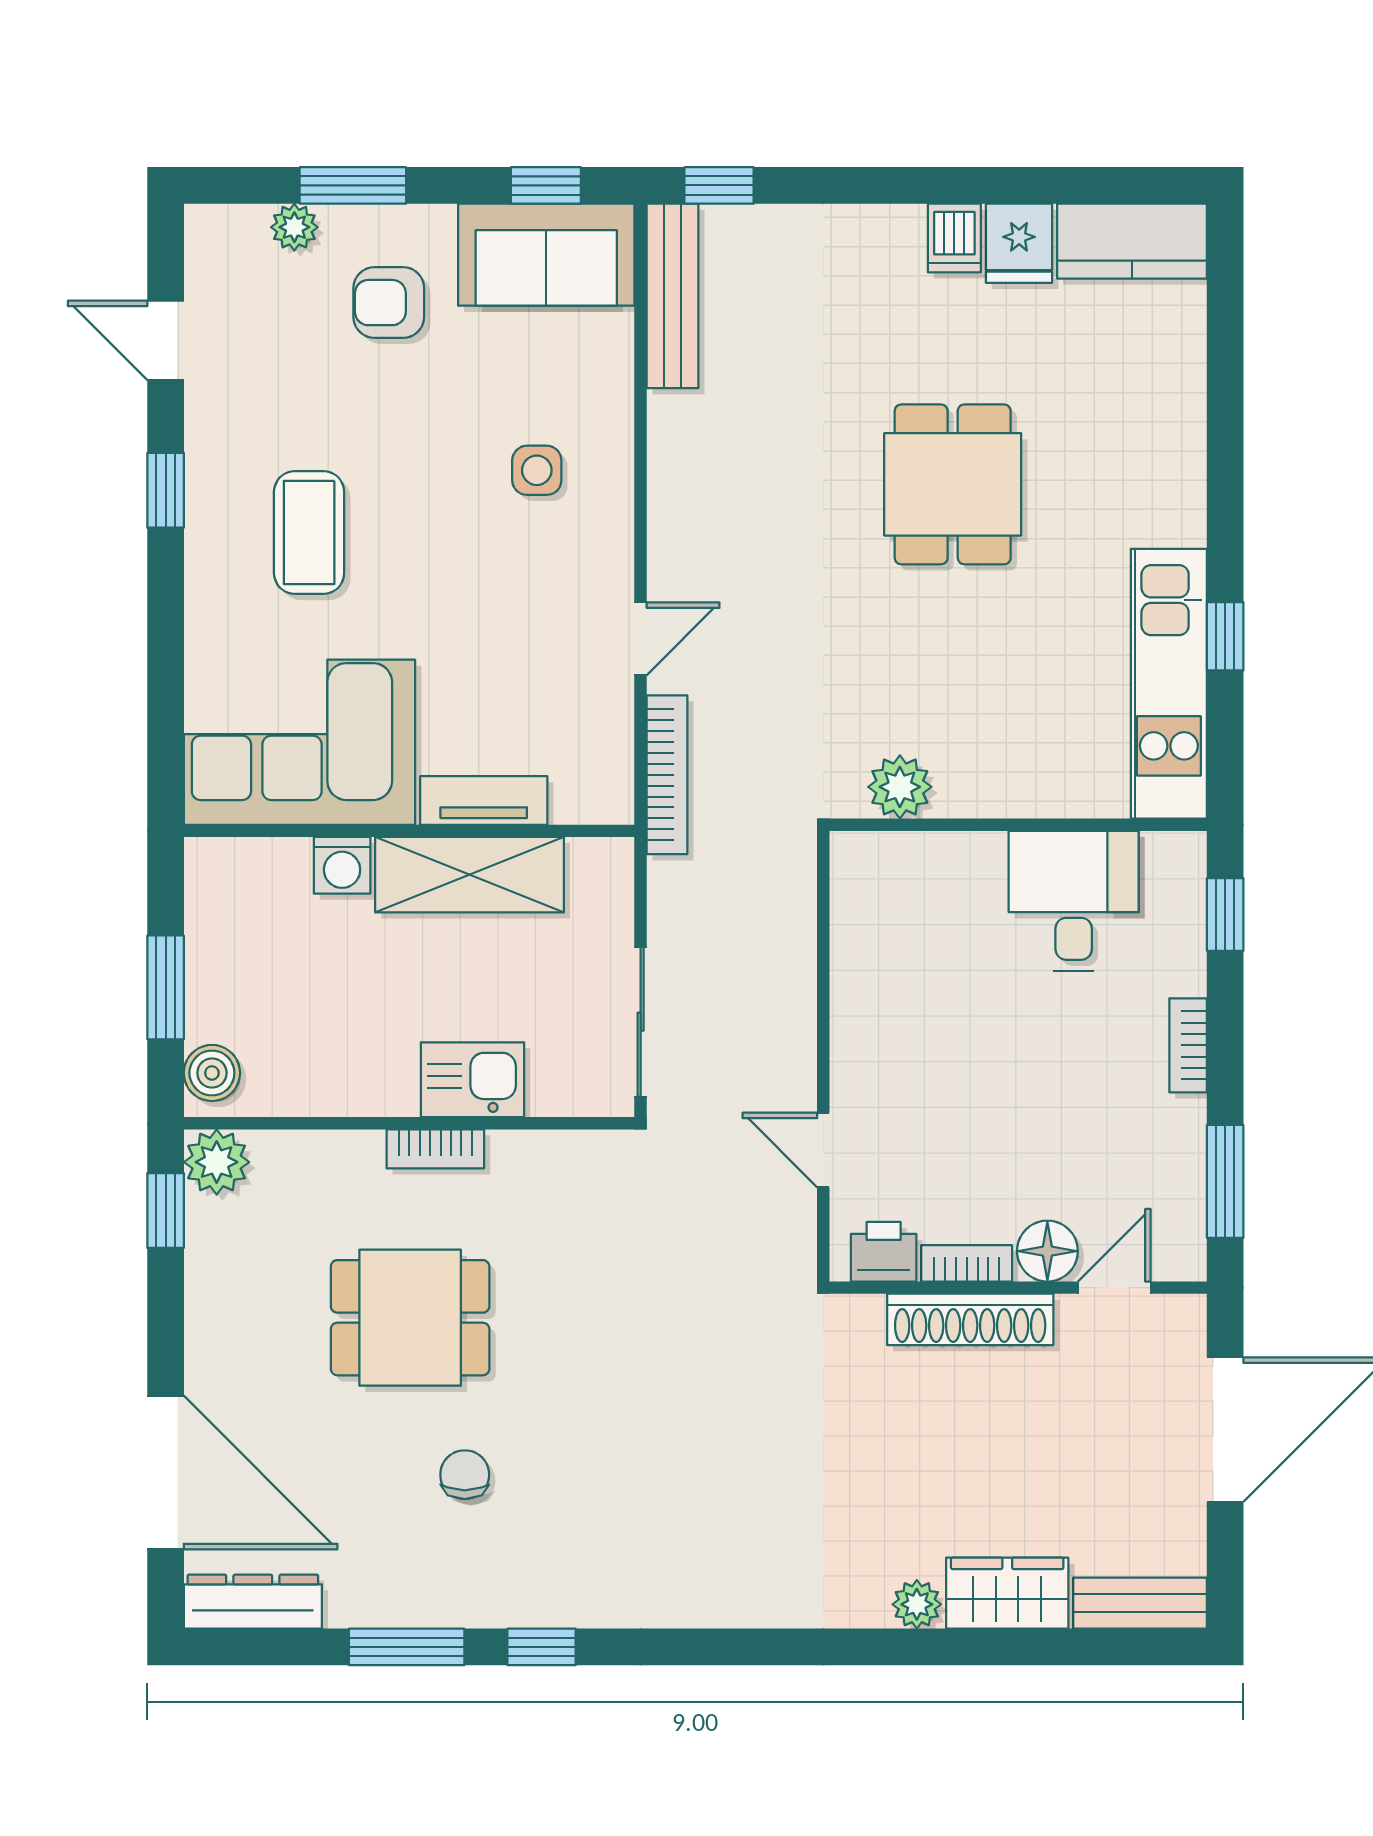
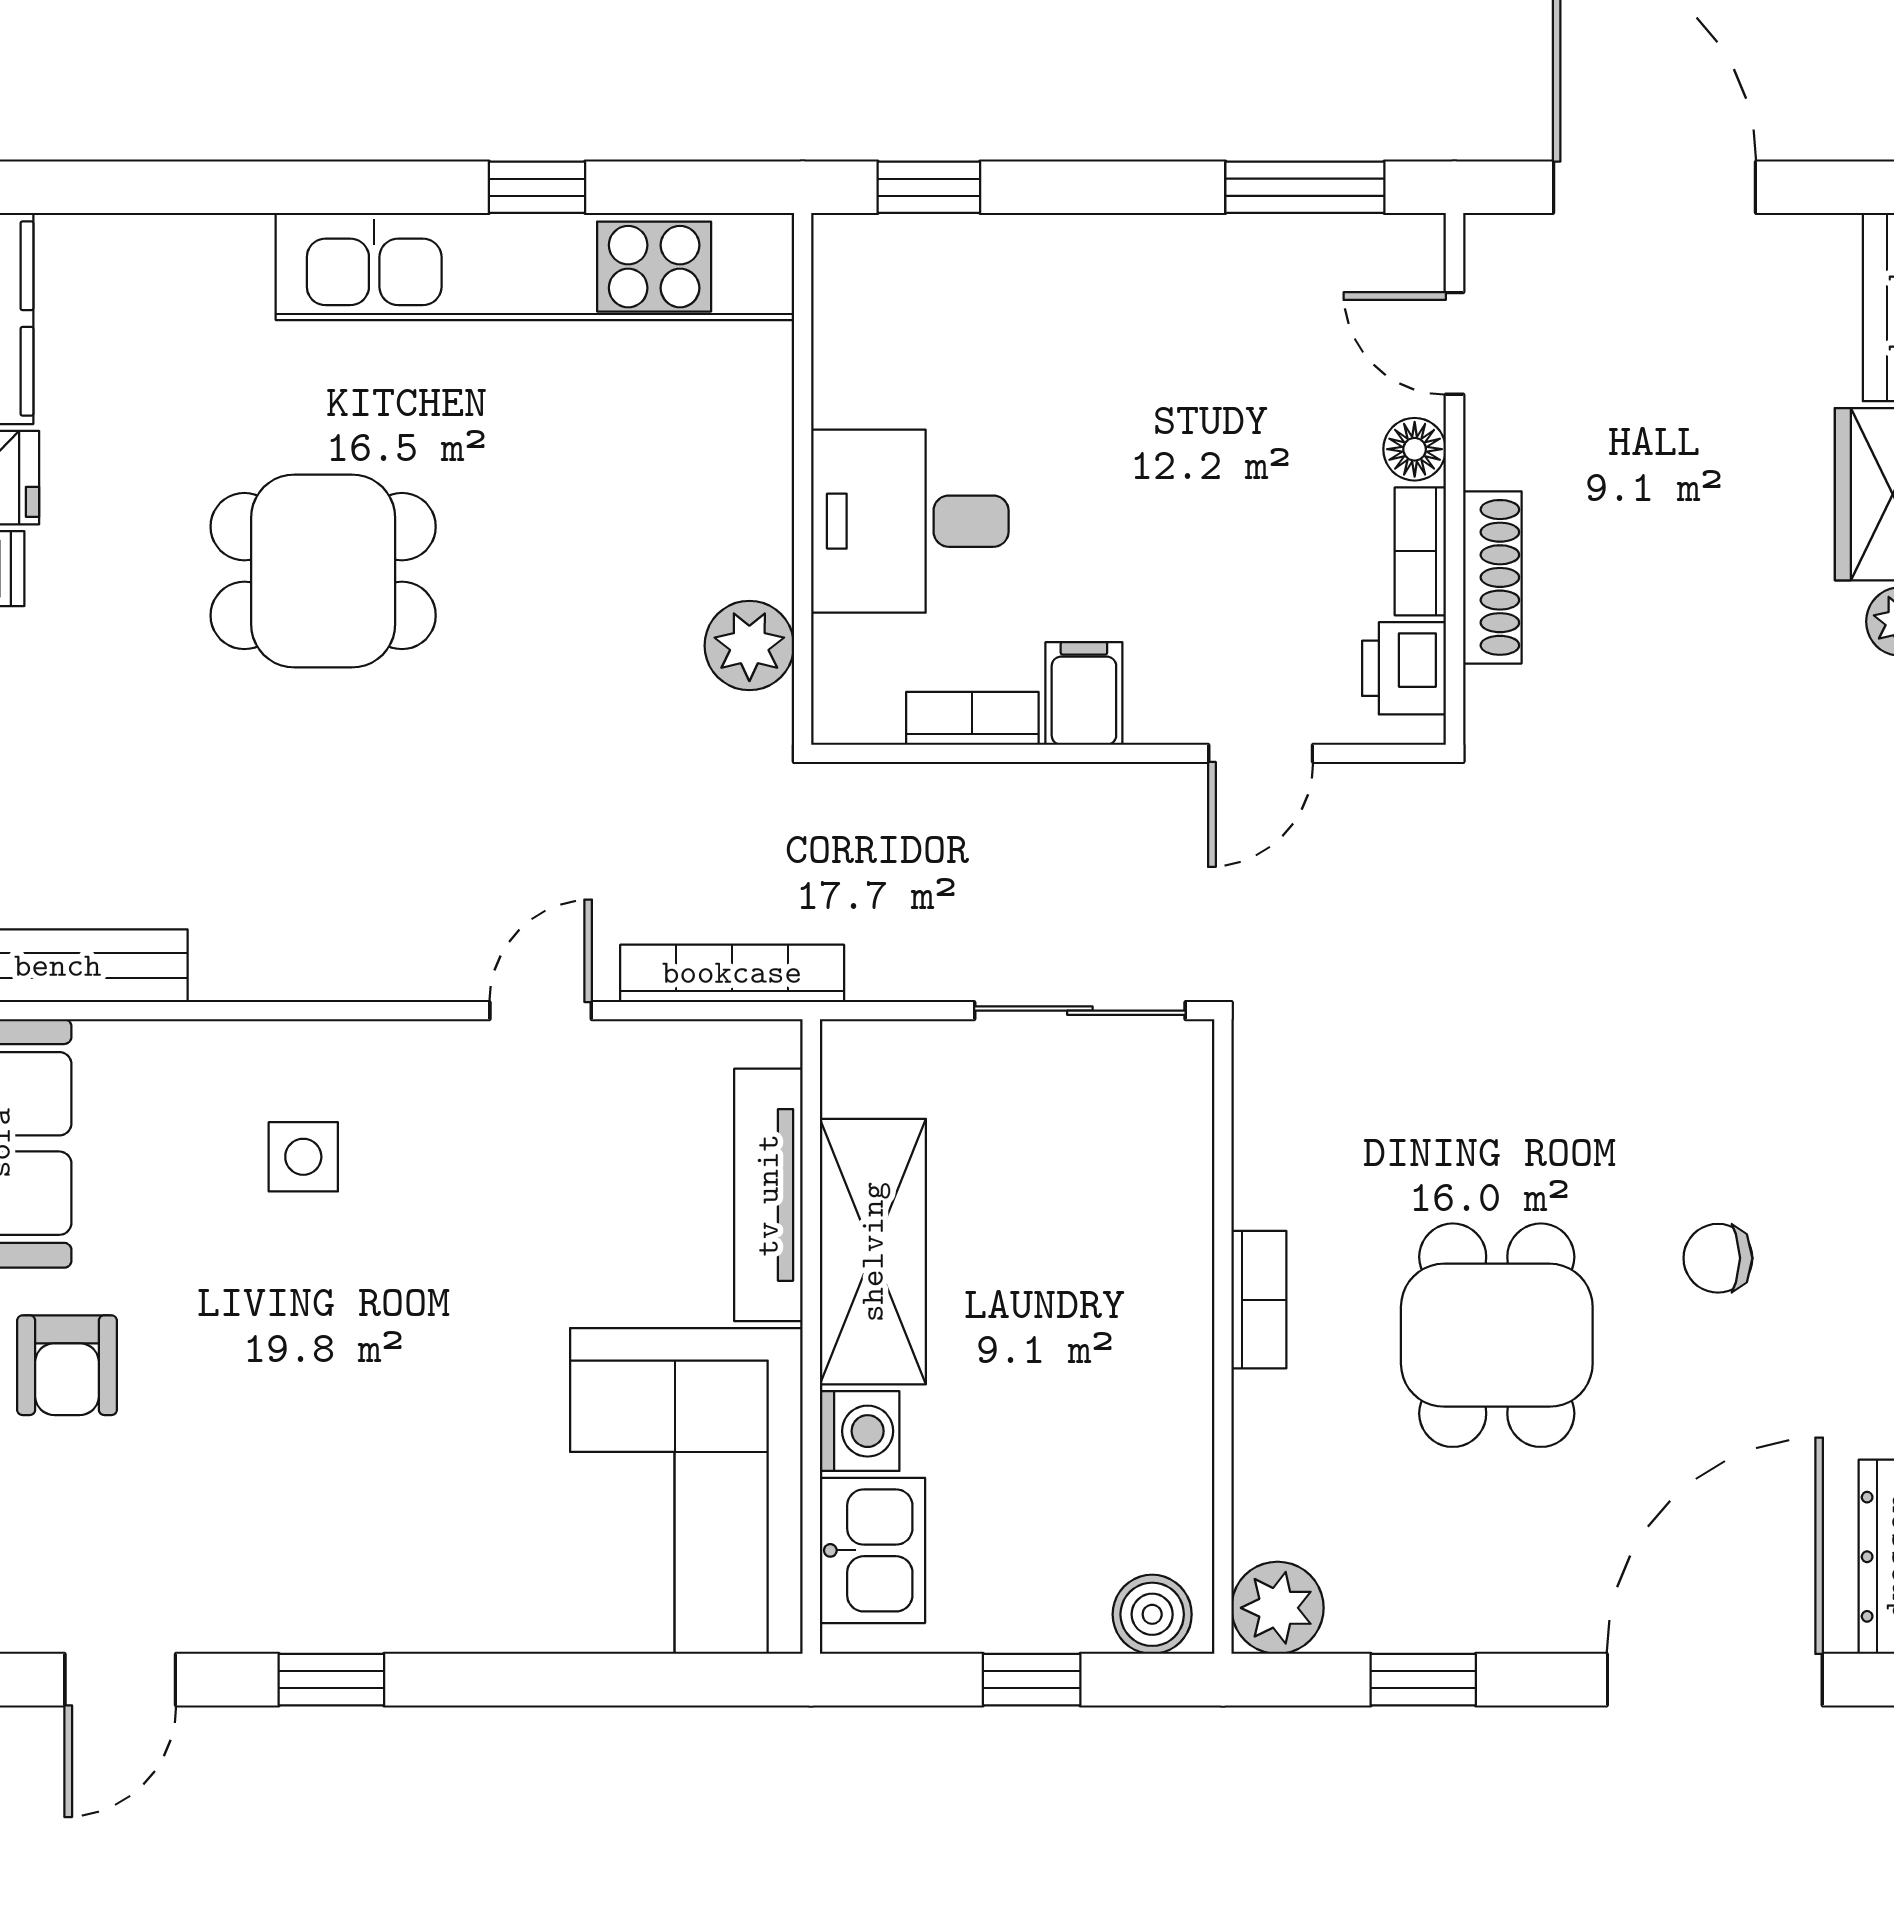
coffee table: (309, 532) -> (391, 1477), removed
door: (641, 639) -> (541, 1011), hinge flipped
kitchen unit: (1169, 684) -> (535, 267), width x1.36
tv unit: (484, 801) -> (768, 1195), width x1.41
desk: (1074, 901) -> (910, 521), moved
window: (166, 987) -> (1032, 1680), width x0.67
filing cabinet: (866, 1025) -> (1084, 693), added
bookcase: (1188, 1045) -> (972, 718), moved, turned 180
kitchen sink: (472, 1080) -> (872, 1550), moved, turned 180
window: (166, 1211) -> (1423, 1680), moved
floor lamp: (1047, 1251) -> (1415, 449), width x0.73, depth x0.73
shoe rack: (970, 1319) -> (1492, 577), width x0.74, depth x0.81

